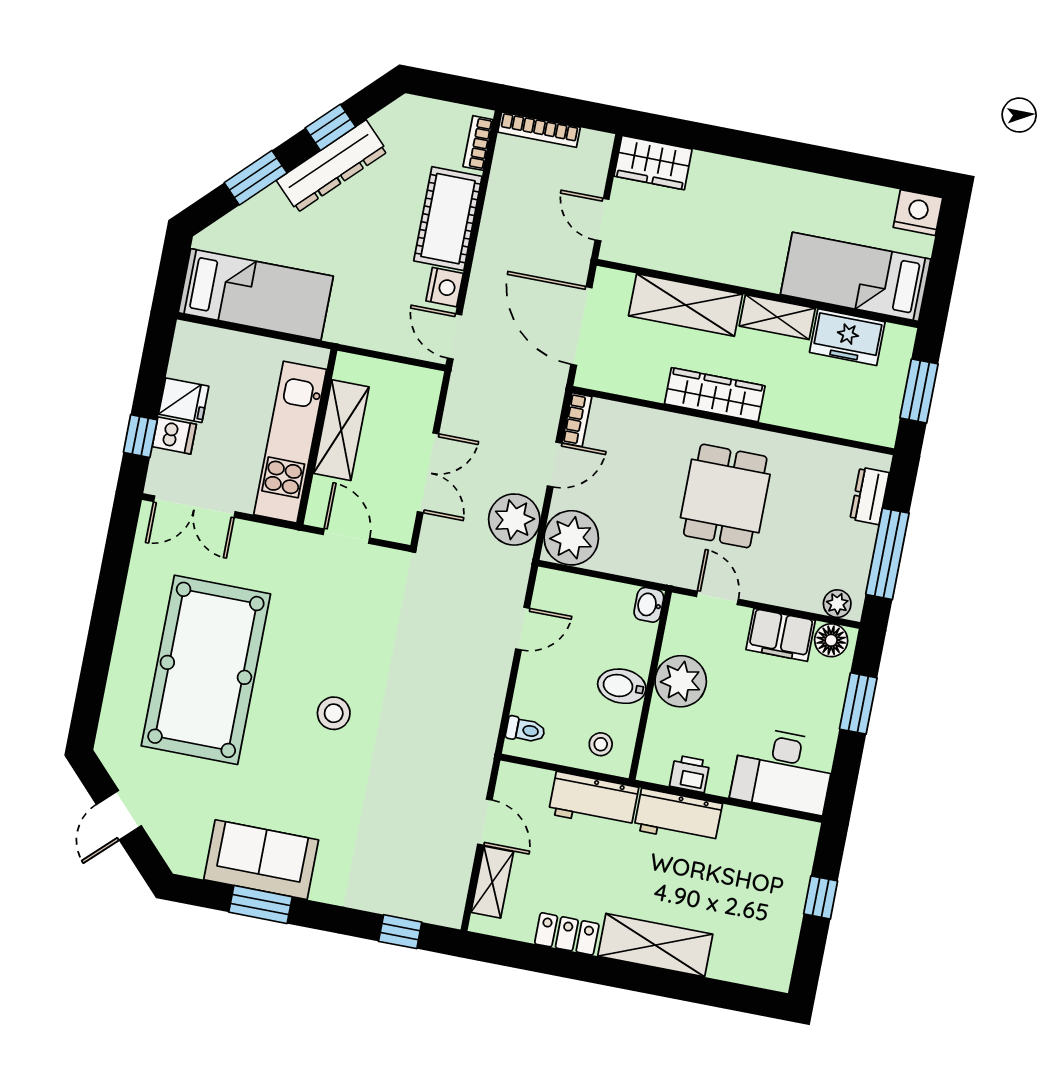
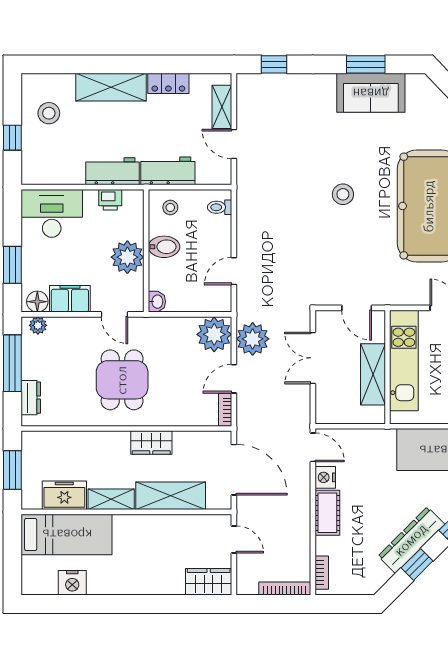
nightstand: (918, 213) -> (72, 583), moved
cot: (448, 219) -> (327, 513), width x0.73, depth x0.75
wardrobe: (715, 395) -> (151, 443), width x0.67
stool: (758, 924) -> (49, 113), added

